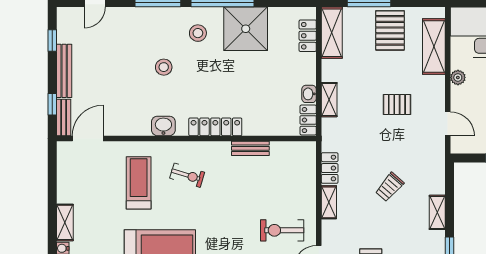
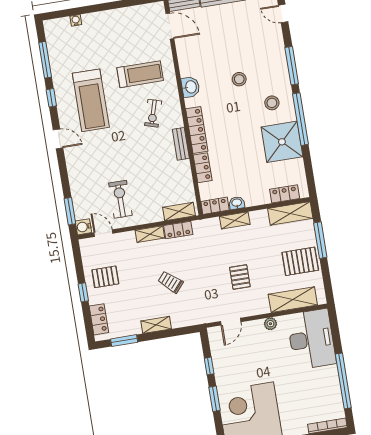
locker: (261, 127) -> (203, 168), added
bench: (250, 148) -> (181, 144), moved
shelving: (65, 222) -> (179, 211), moved

